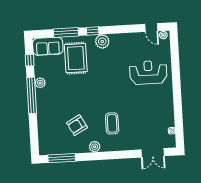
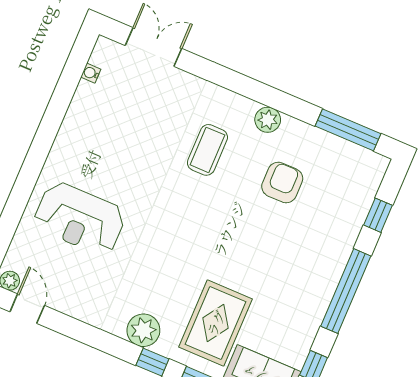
plant: (40, 83) -> (315, 309), removed
armchair: (77, 125) -> (282, 183), turned -61
window: (34, 131) -> (378, 215), added

